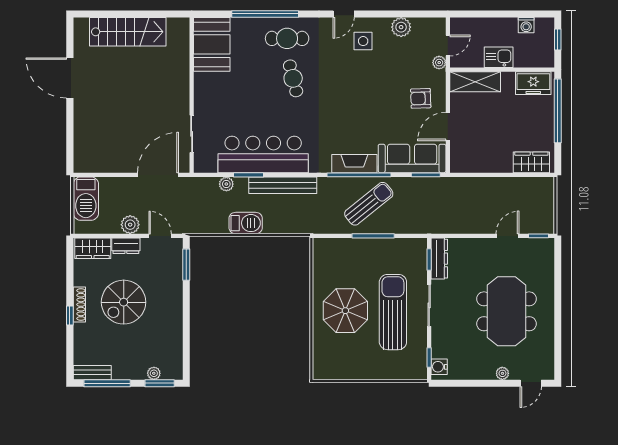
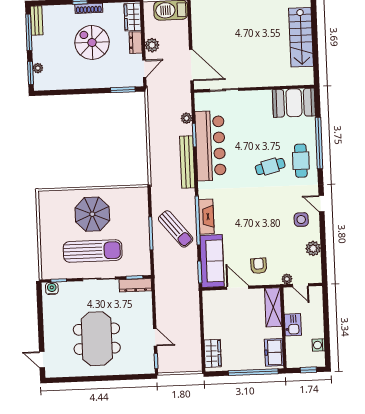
barbecue: (246, 223) -> (157, 134), removed
meeting table: (507, 311) -> (97, 339), turned 90
plant: (502, 373) -> (49, 338), removed

